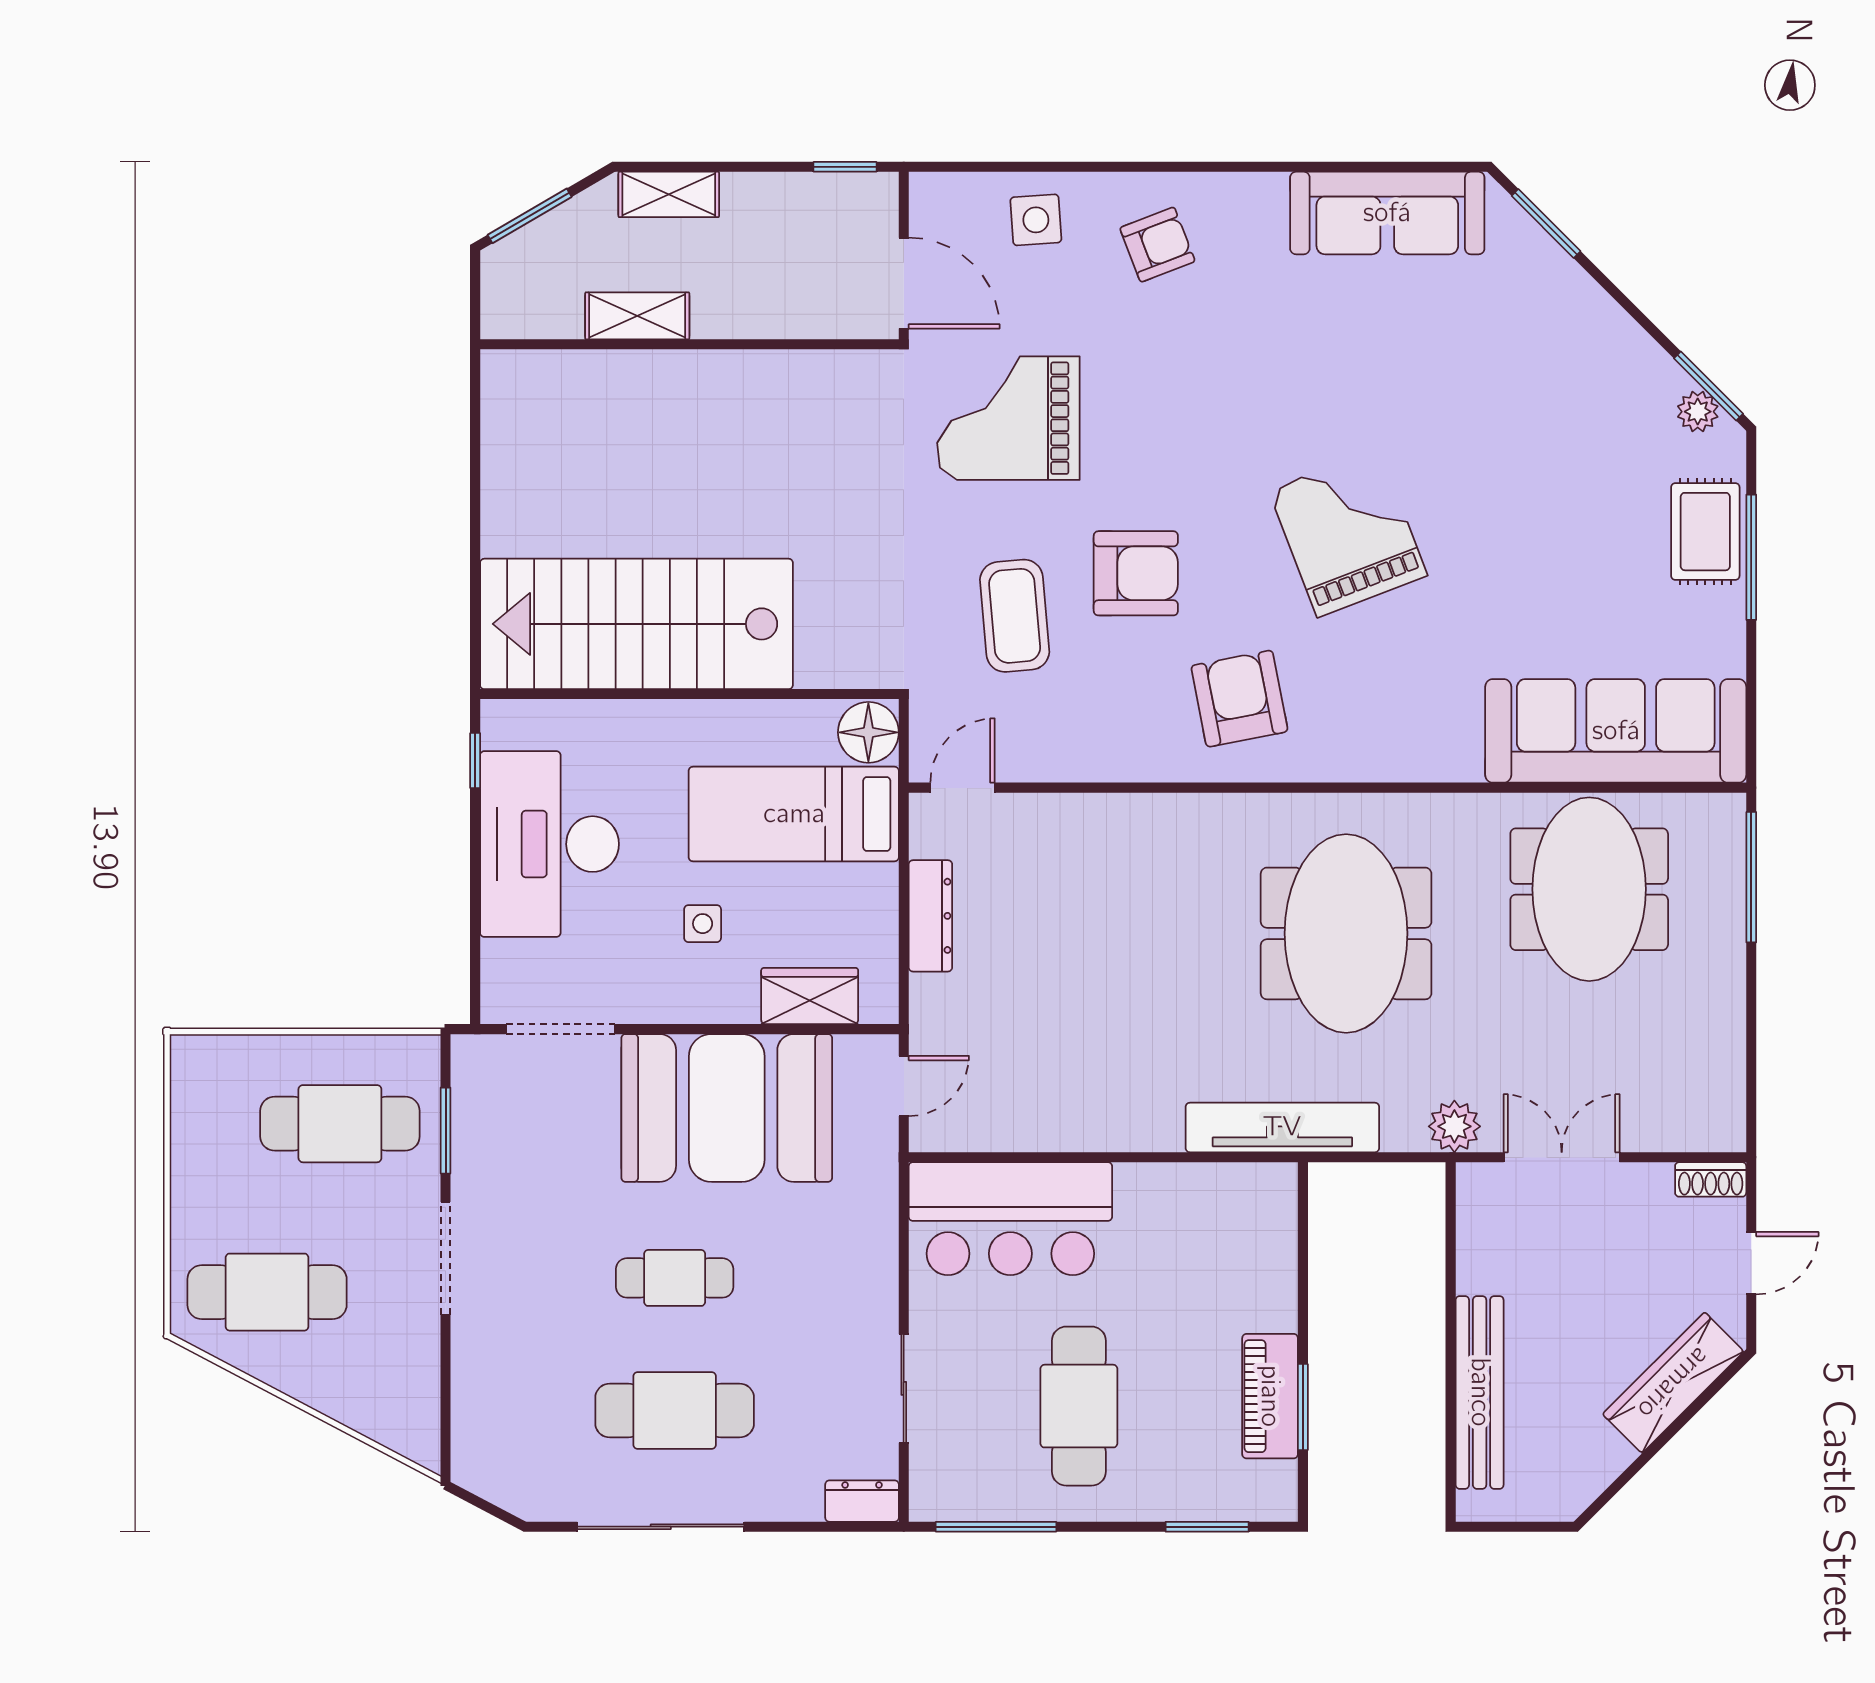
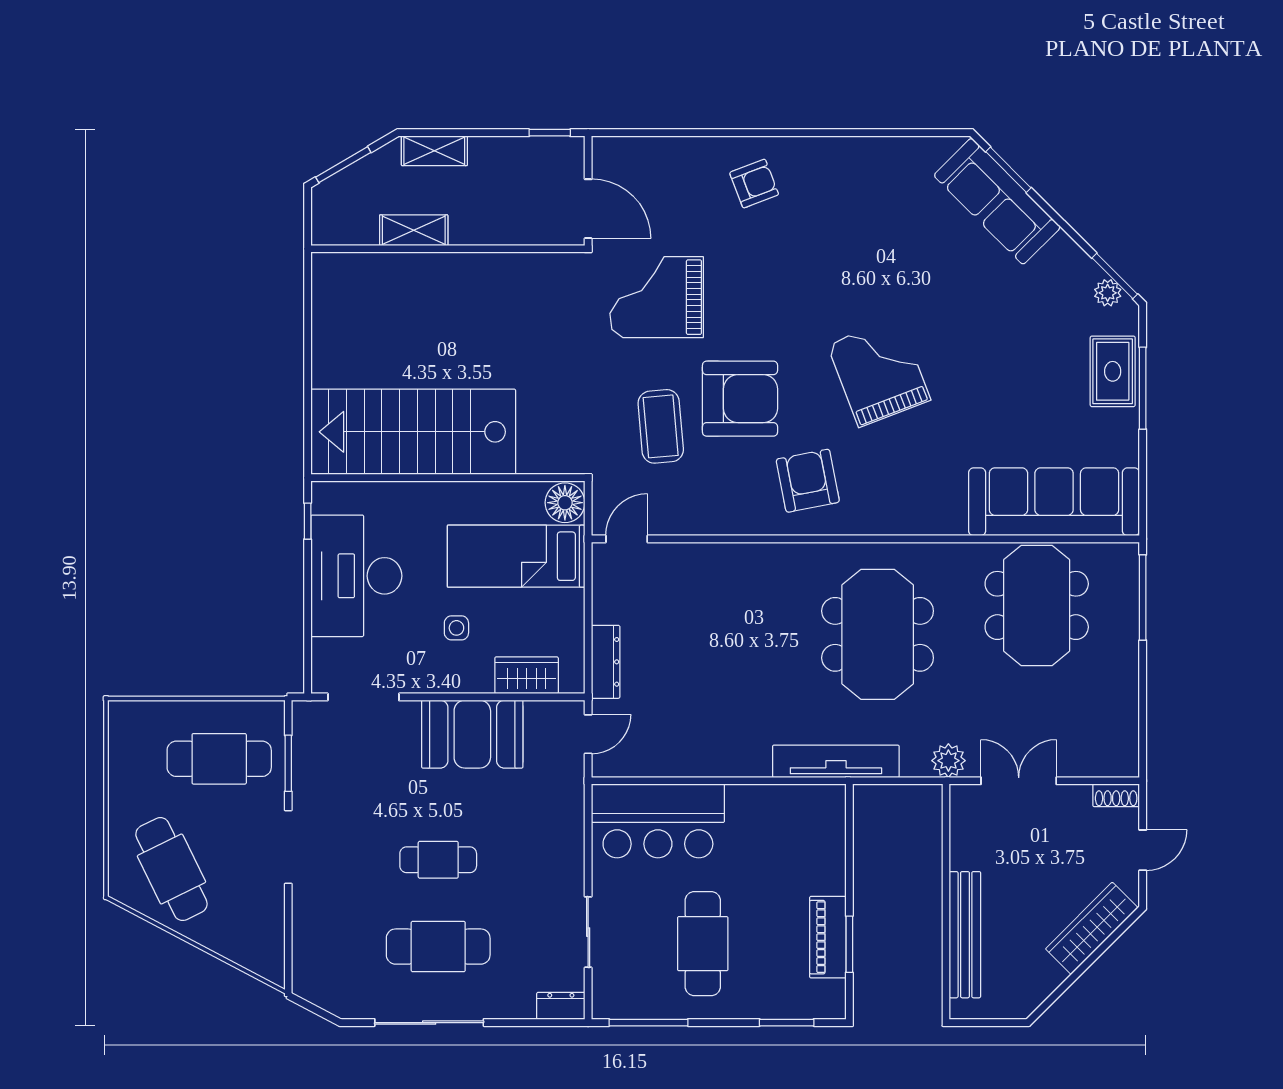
sofa: (1387, 213) -> (997, 201), moved, turned 45
side table: (1036, 220) -> (675, 167), removed
armchair: (1136, 573) -> (740, 399), width x1.36, depth x1.36
dresser: (930, 916) -> (606, 662), moved
booth: (727, 1108) -> (472, 734), width x0.73, depth x0.70
cafe table: (267, 1292) -> (171, 869), turned 64

